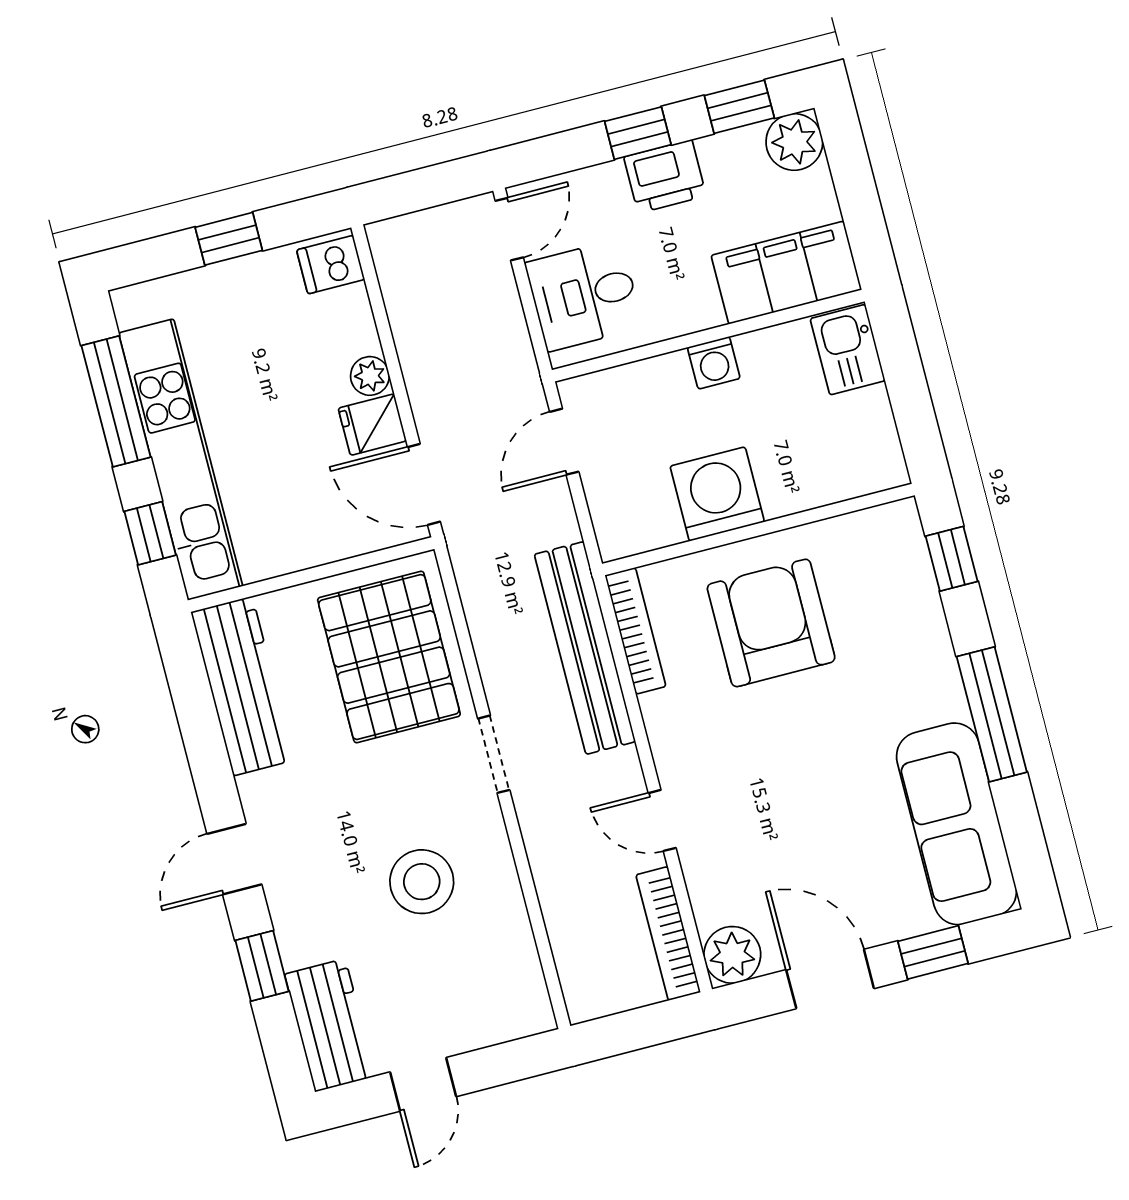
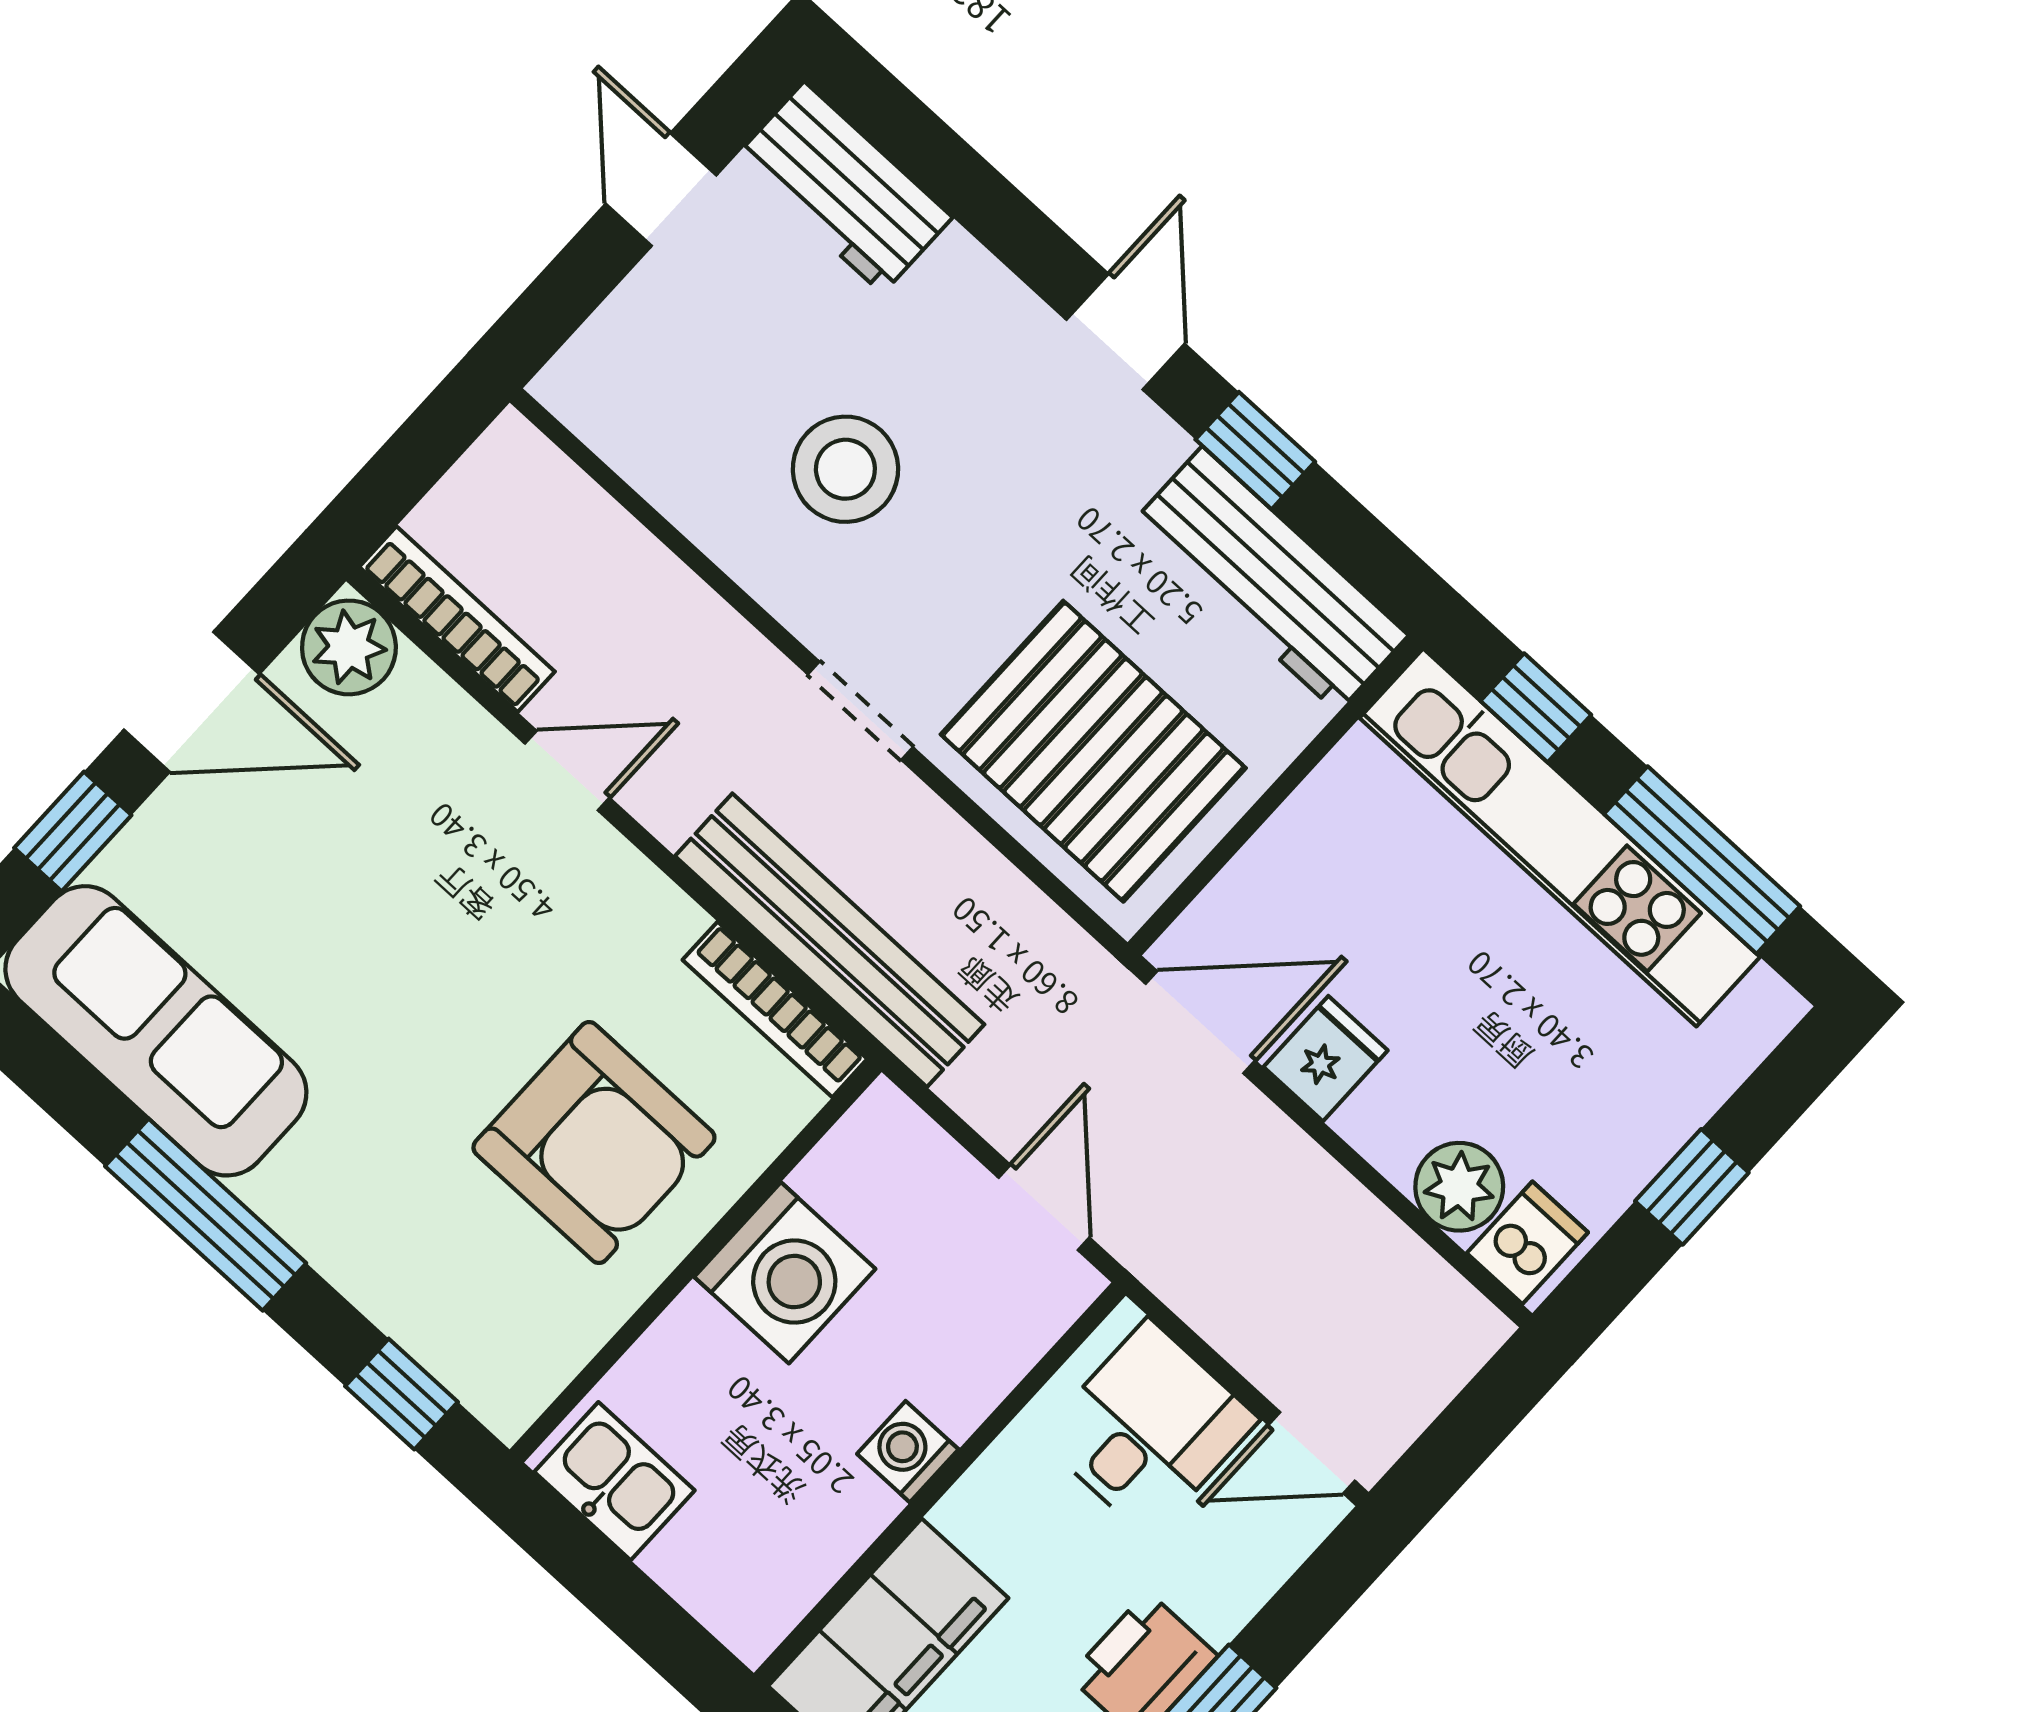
door: (509, 229) -> (1312, 1453), hinge flipped
kitchen sink: (848, 350) -> (614, 1481), moved
plant: (370, 376) -> (1459, 1187), moved, width x1.38, depth x1.38
window: (262, 966) -> (1255, 451), moved

